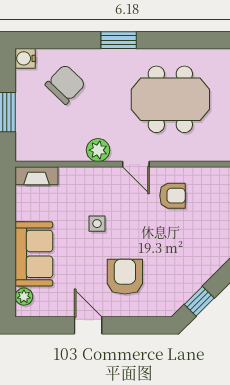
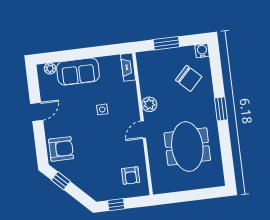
armchair: (173, 196) -> (131, 176), moved
armchair: (125, 277) -> (61, 149), moved

